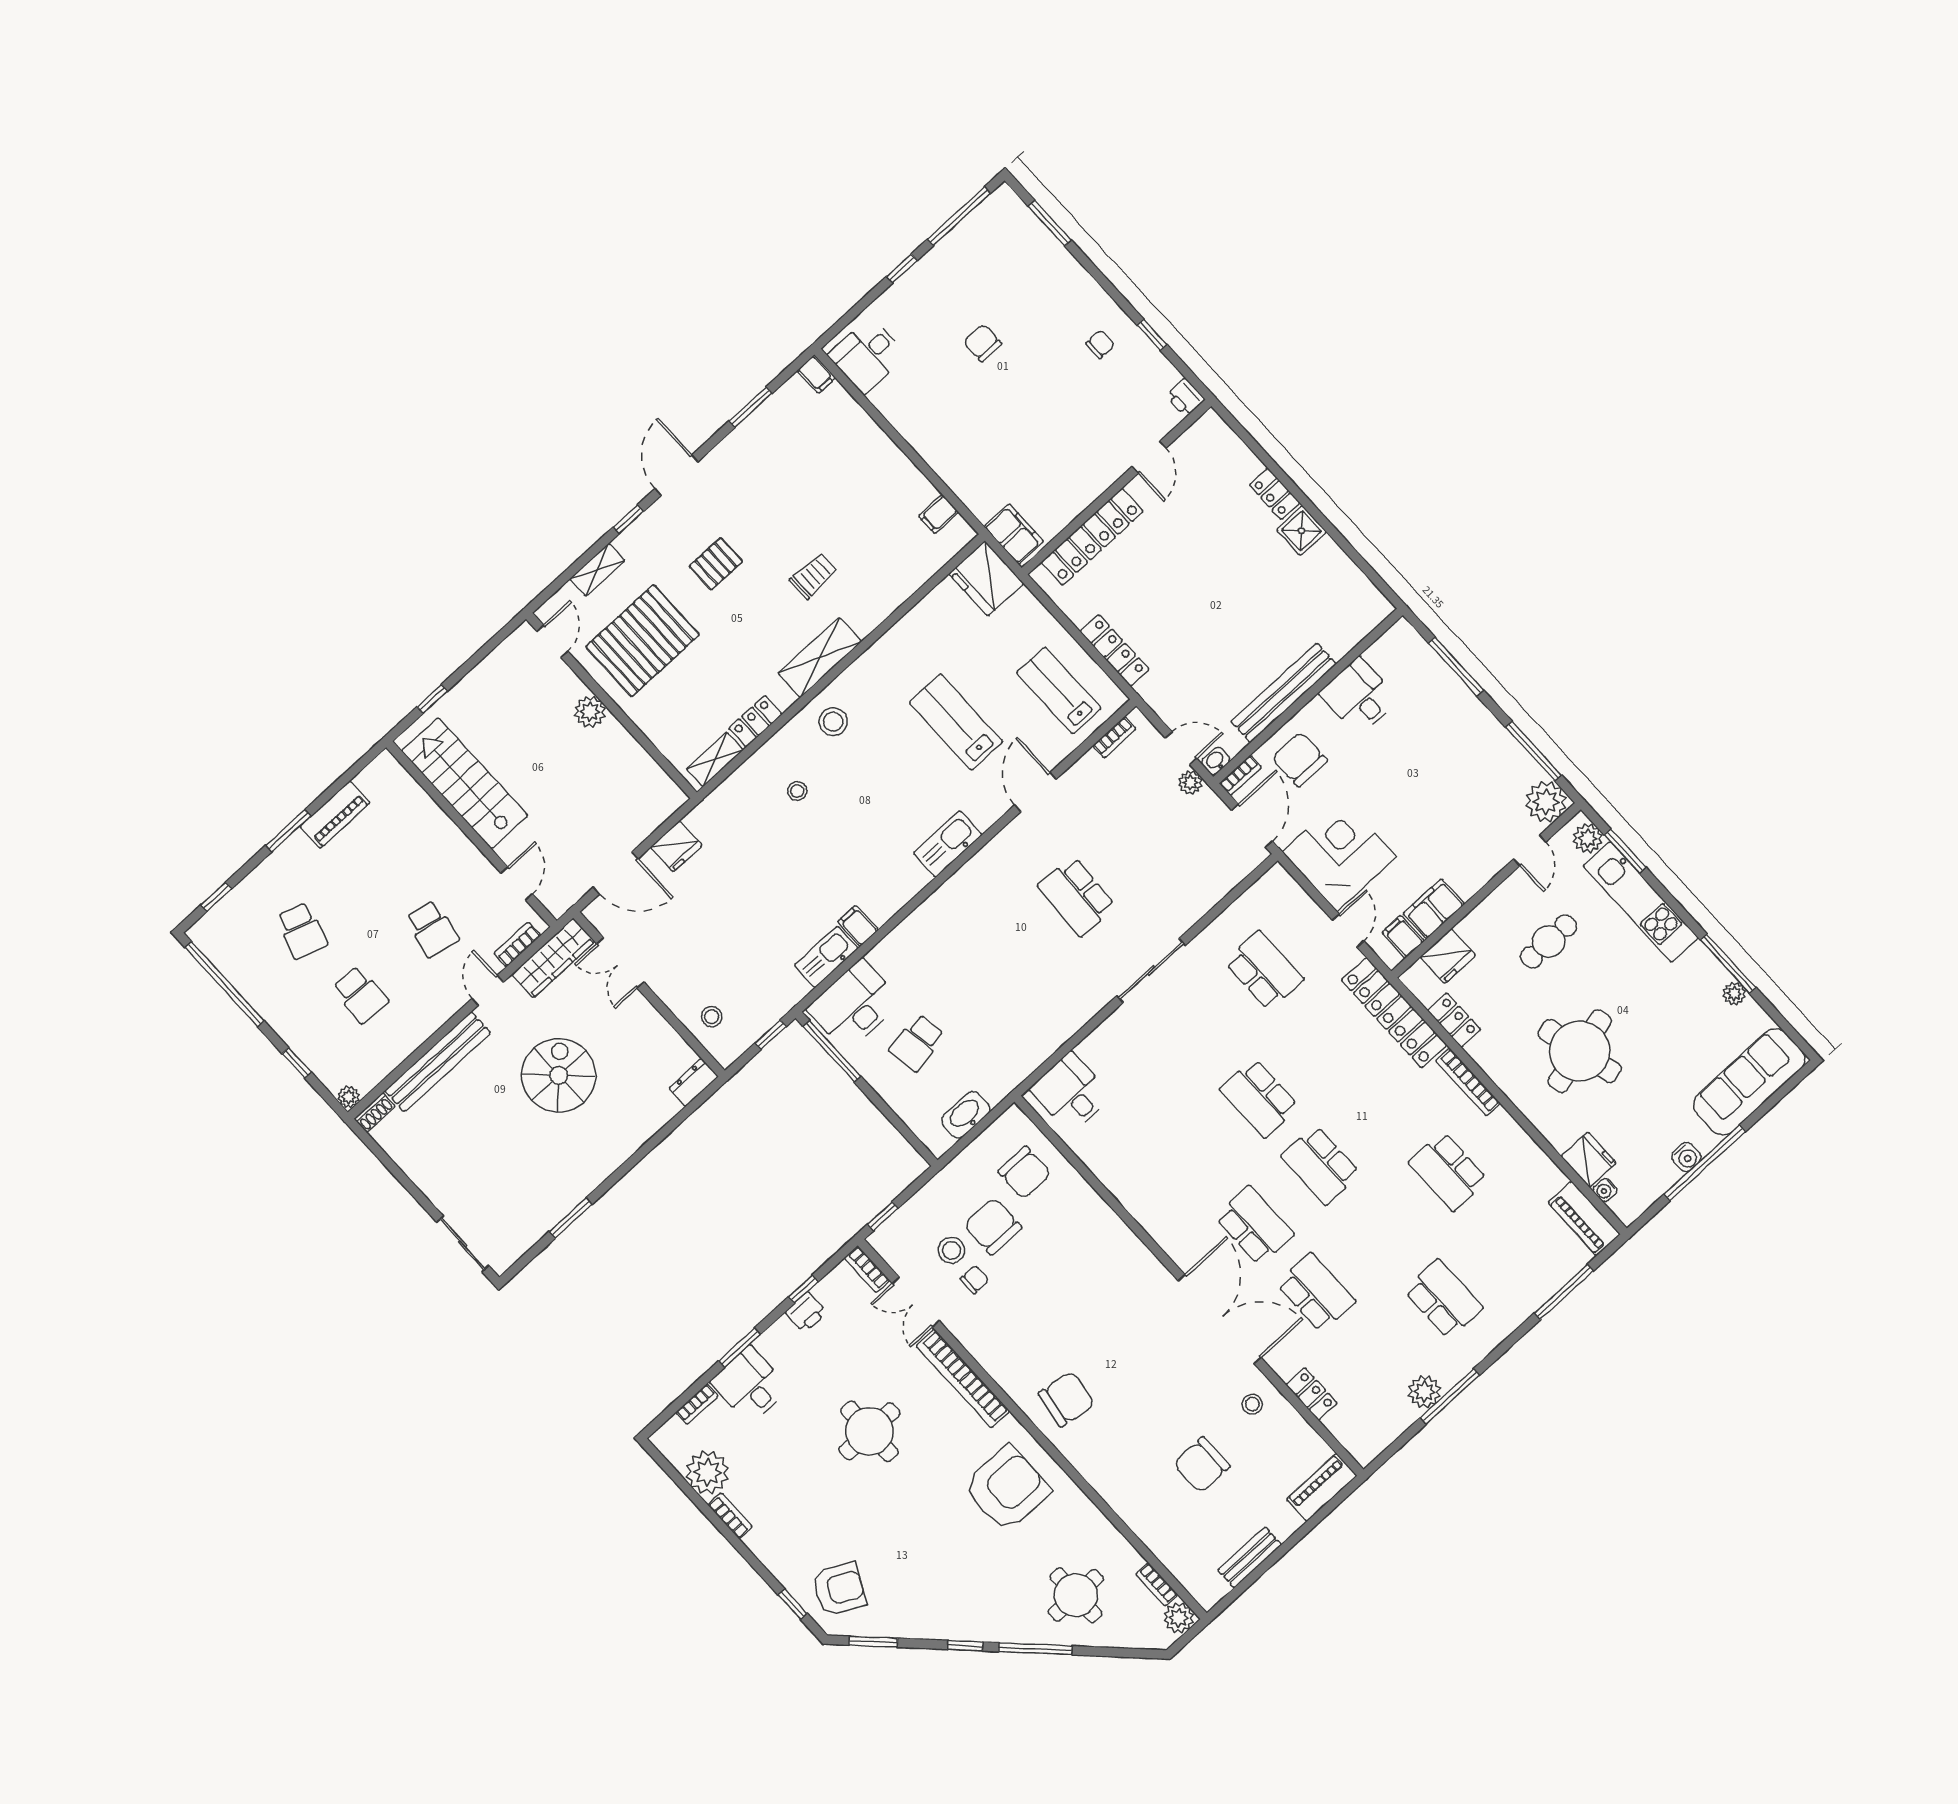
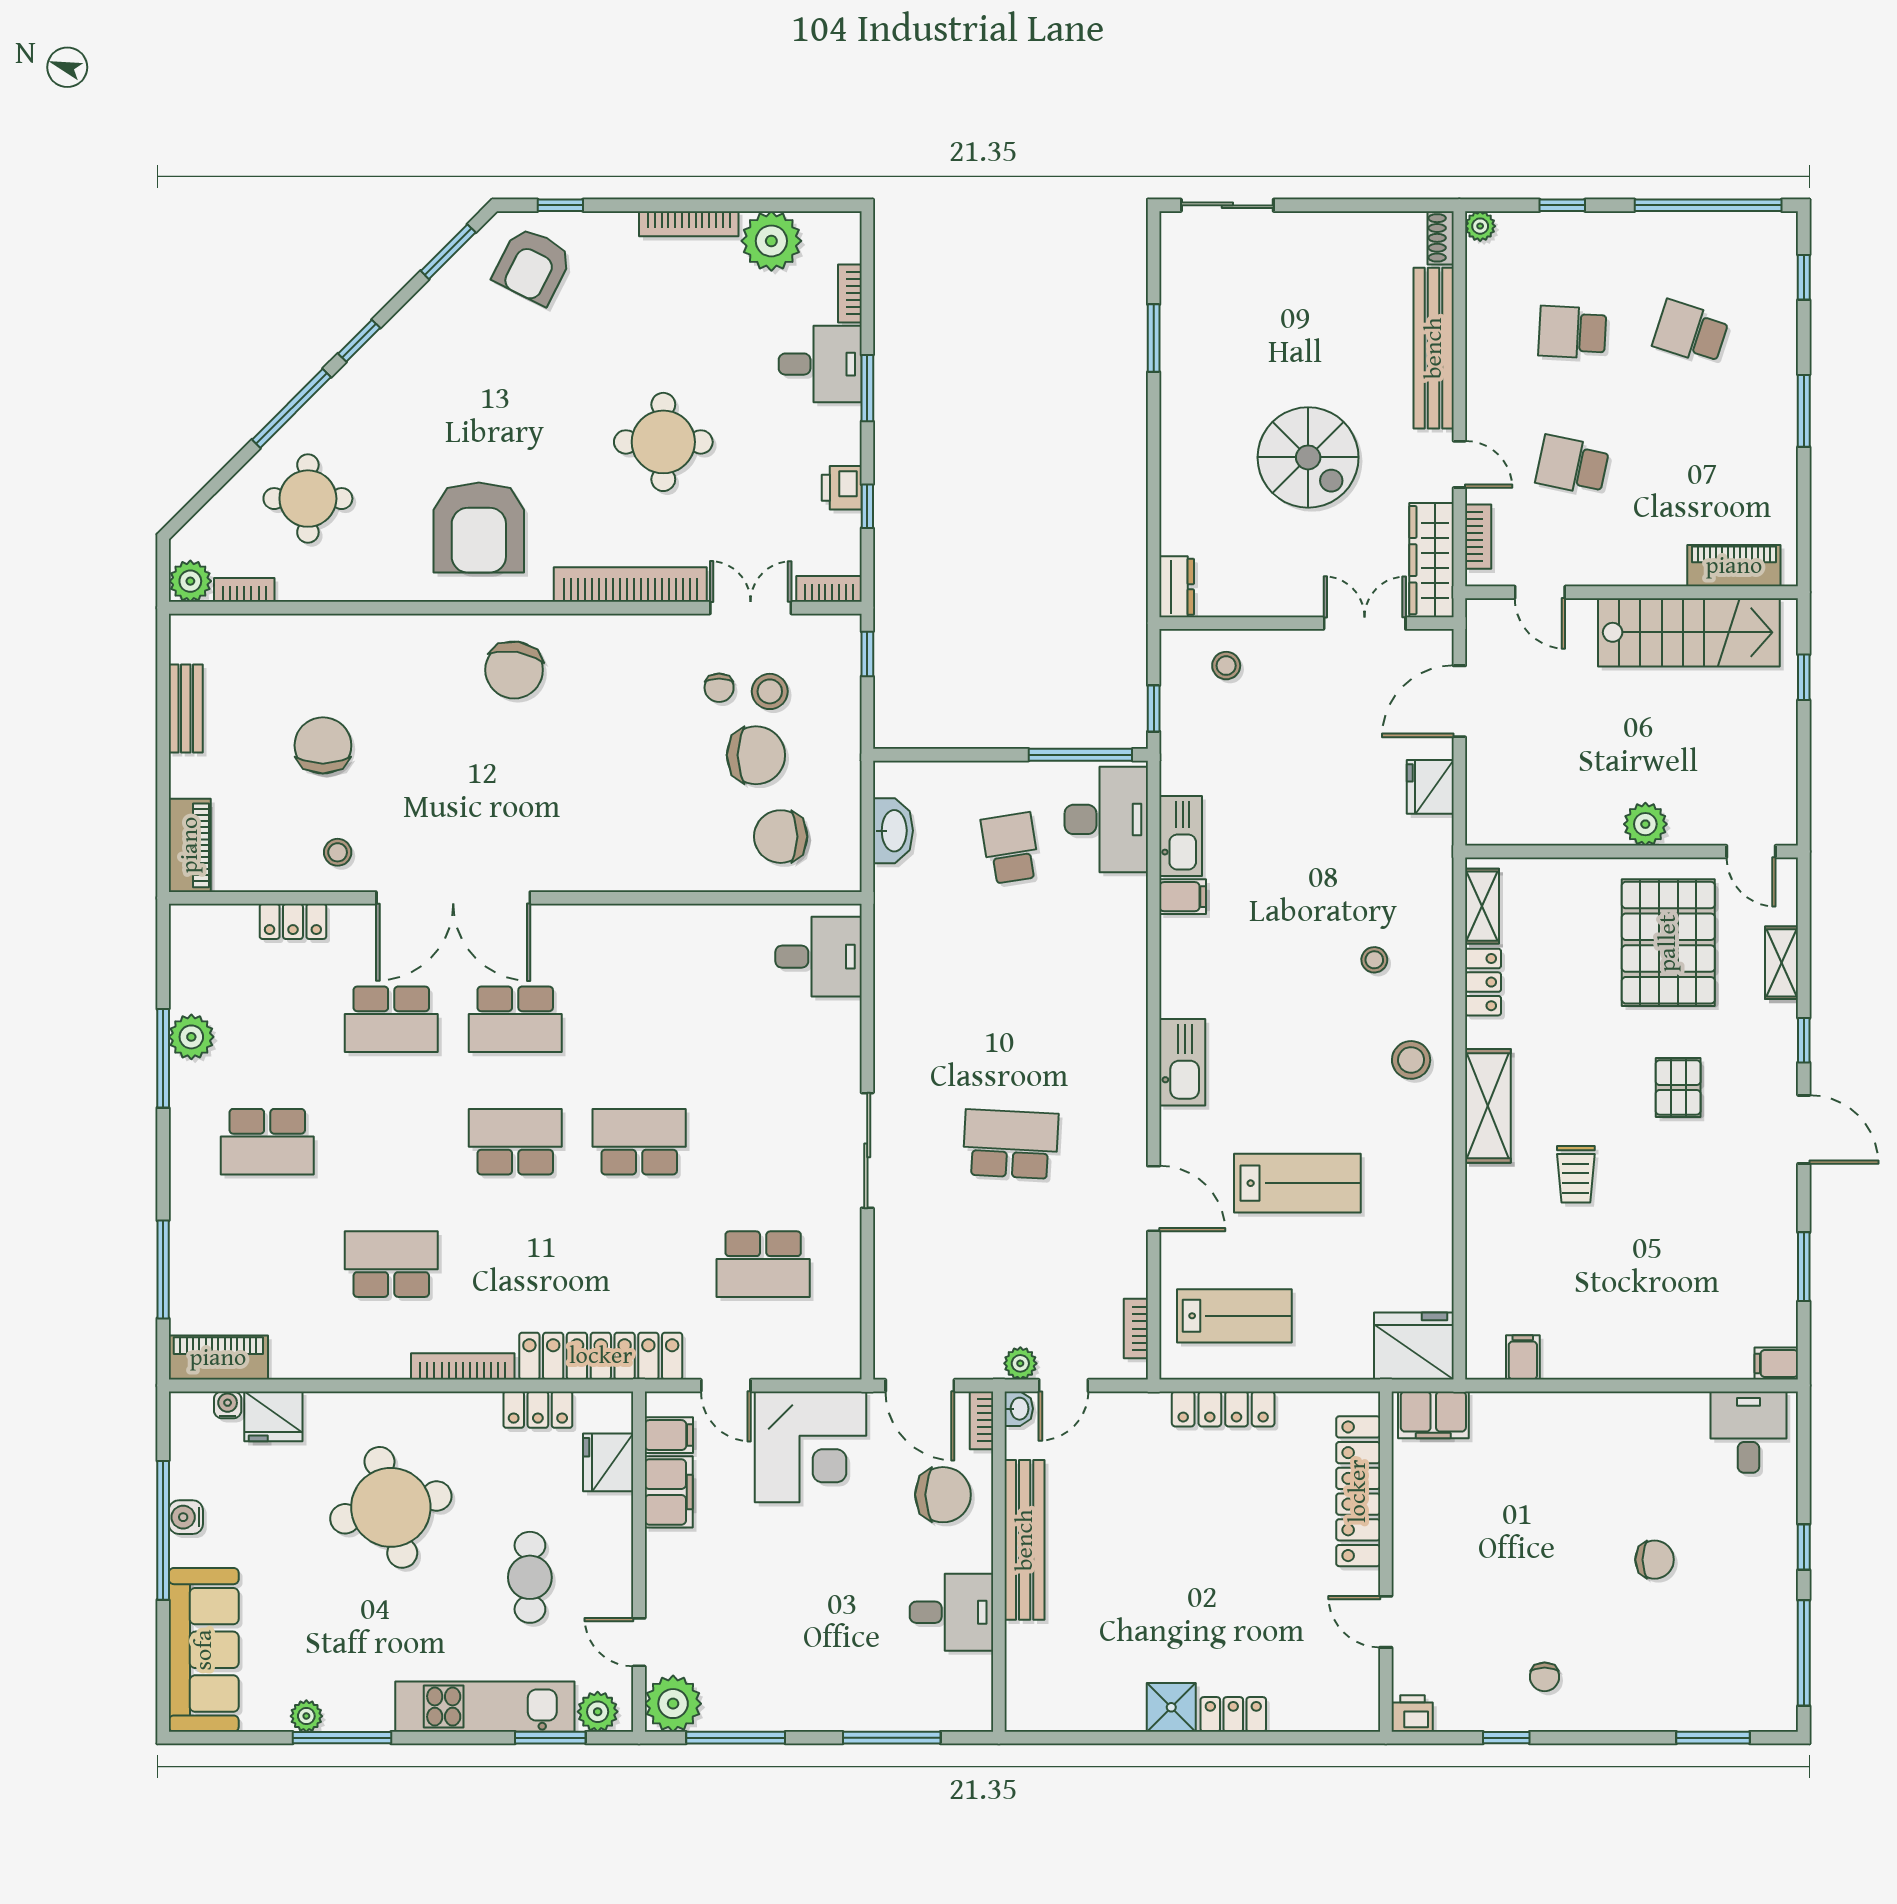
piano: (335, 814) -> (1734, 566), moved, turned 90
bookcase: (730, 1516) -> (689, 224), width x1.56

